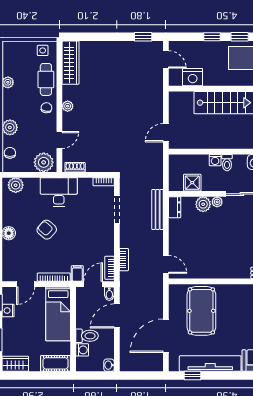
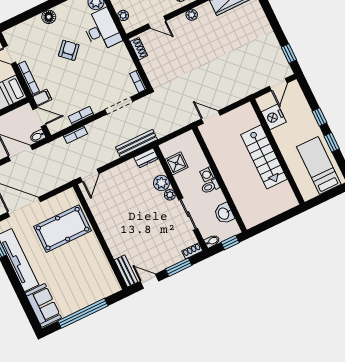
plant: (44, 162) -> (123, 15), width x0.53, depth x0.53
desk: (59, 192) -> (102, 30), moved
bookcase: (109, 268) -> (81, 115), moved

